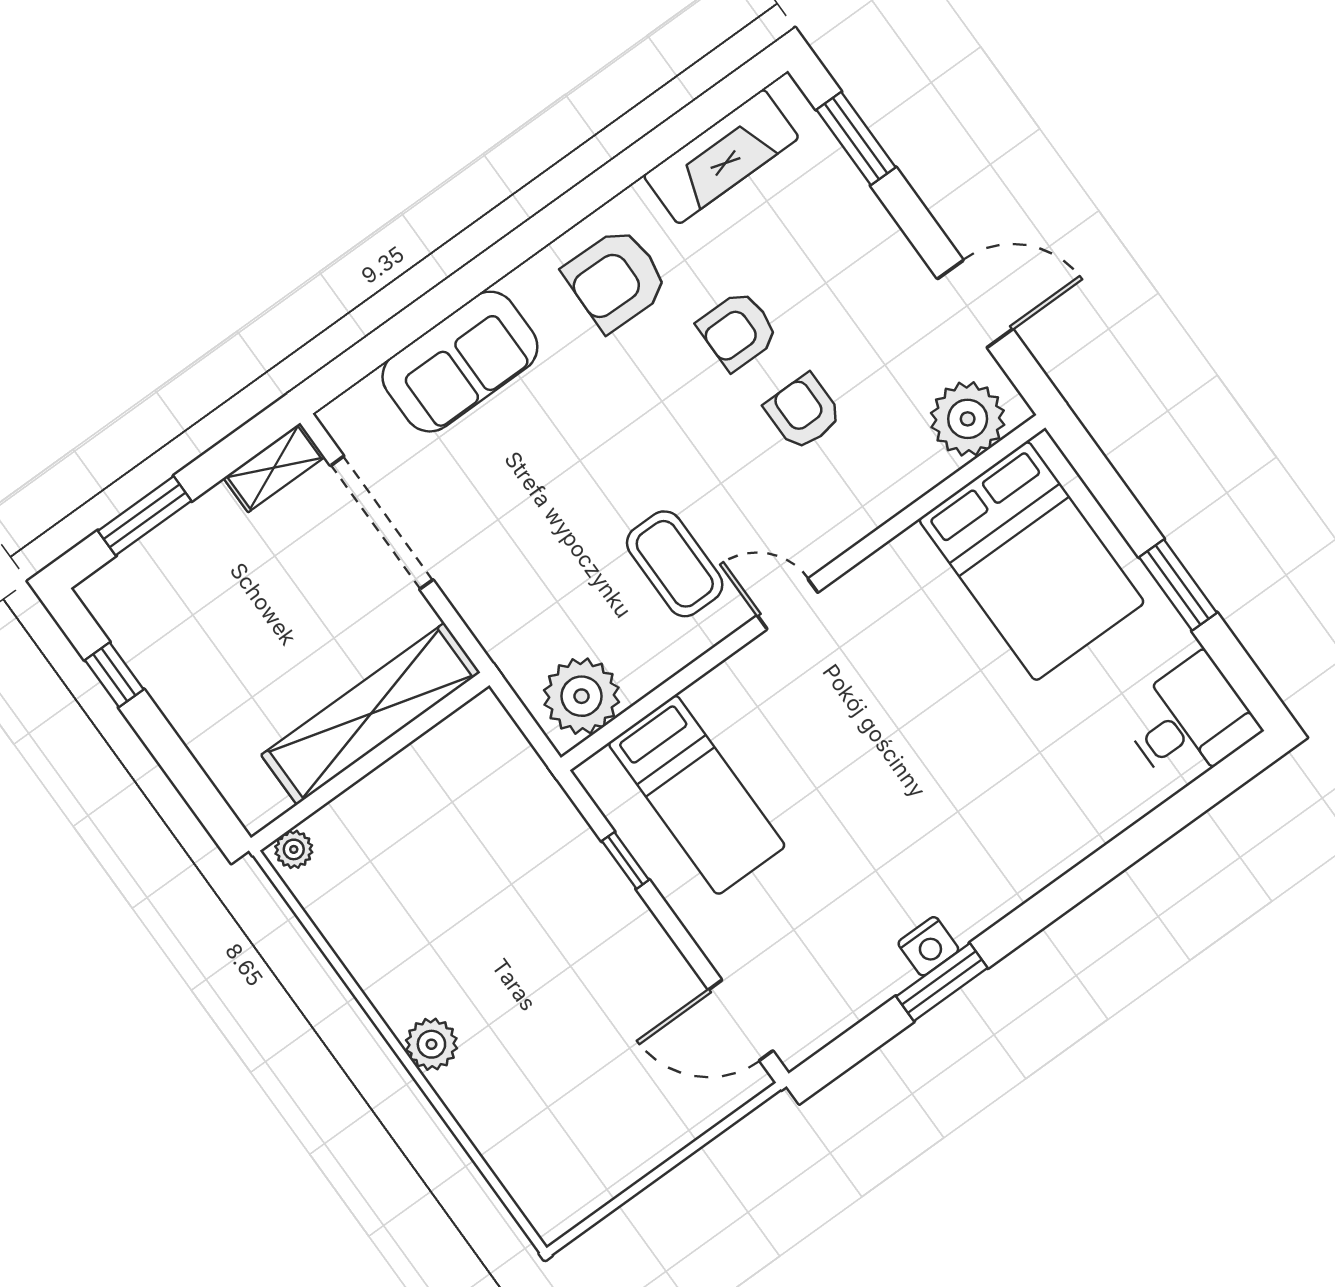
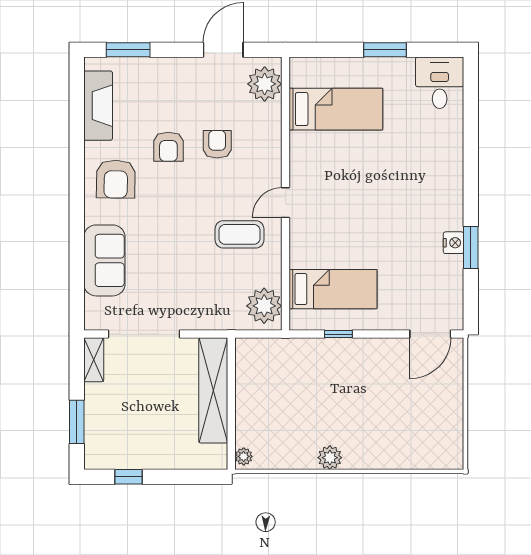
armchair: (803, 412) -> (217, 144), turned 90
bed: (1032, 561) -> (336, 109), width x0.67
plant: (431, 1044) -> (330, 458), moved

